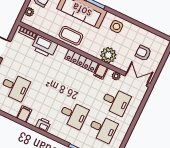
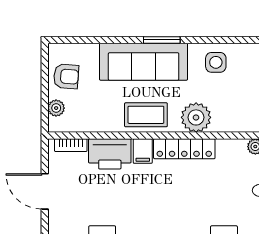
plant: (108, 55) -> (196, 117), moved
filing cabinet: (101, 71) -> (143, 151), moved

